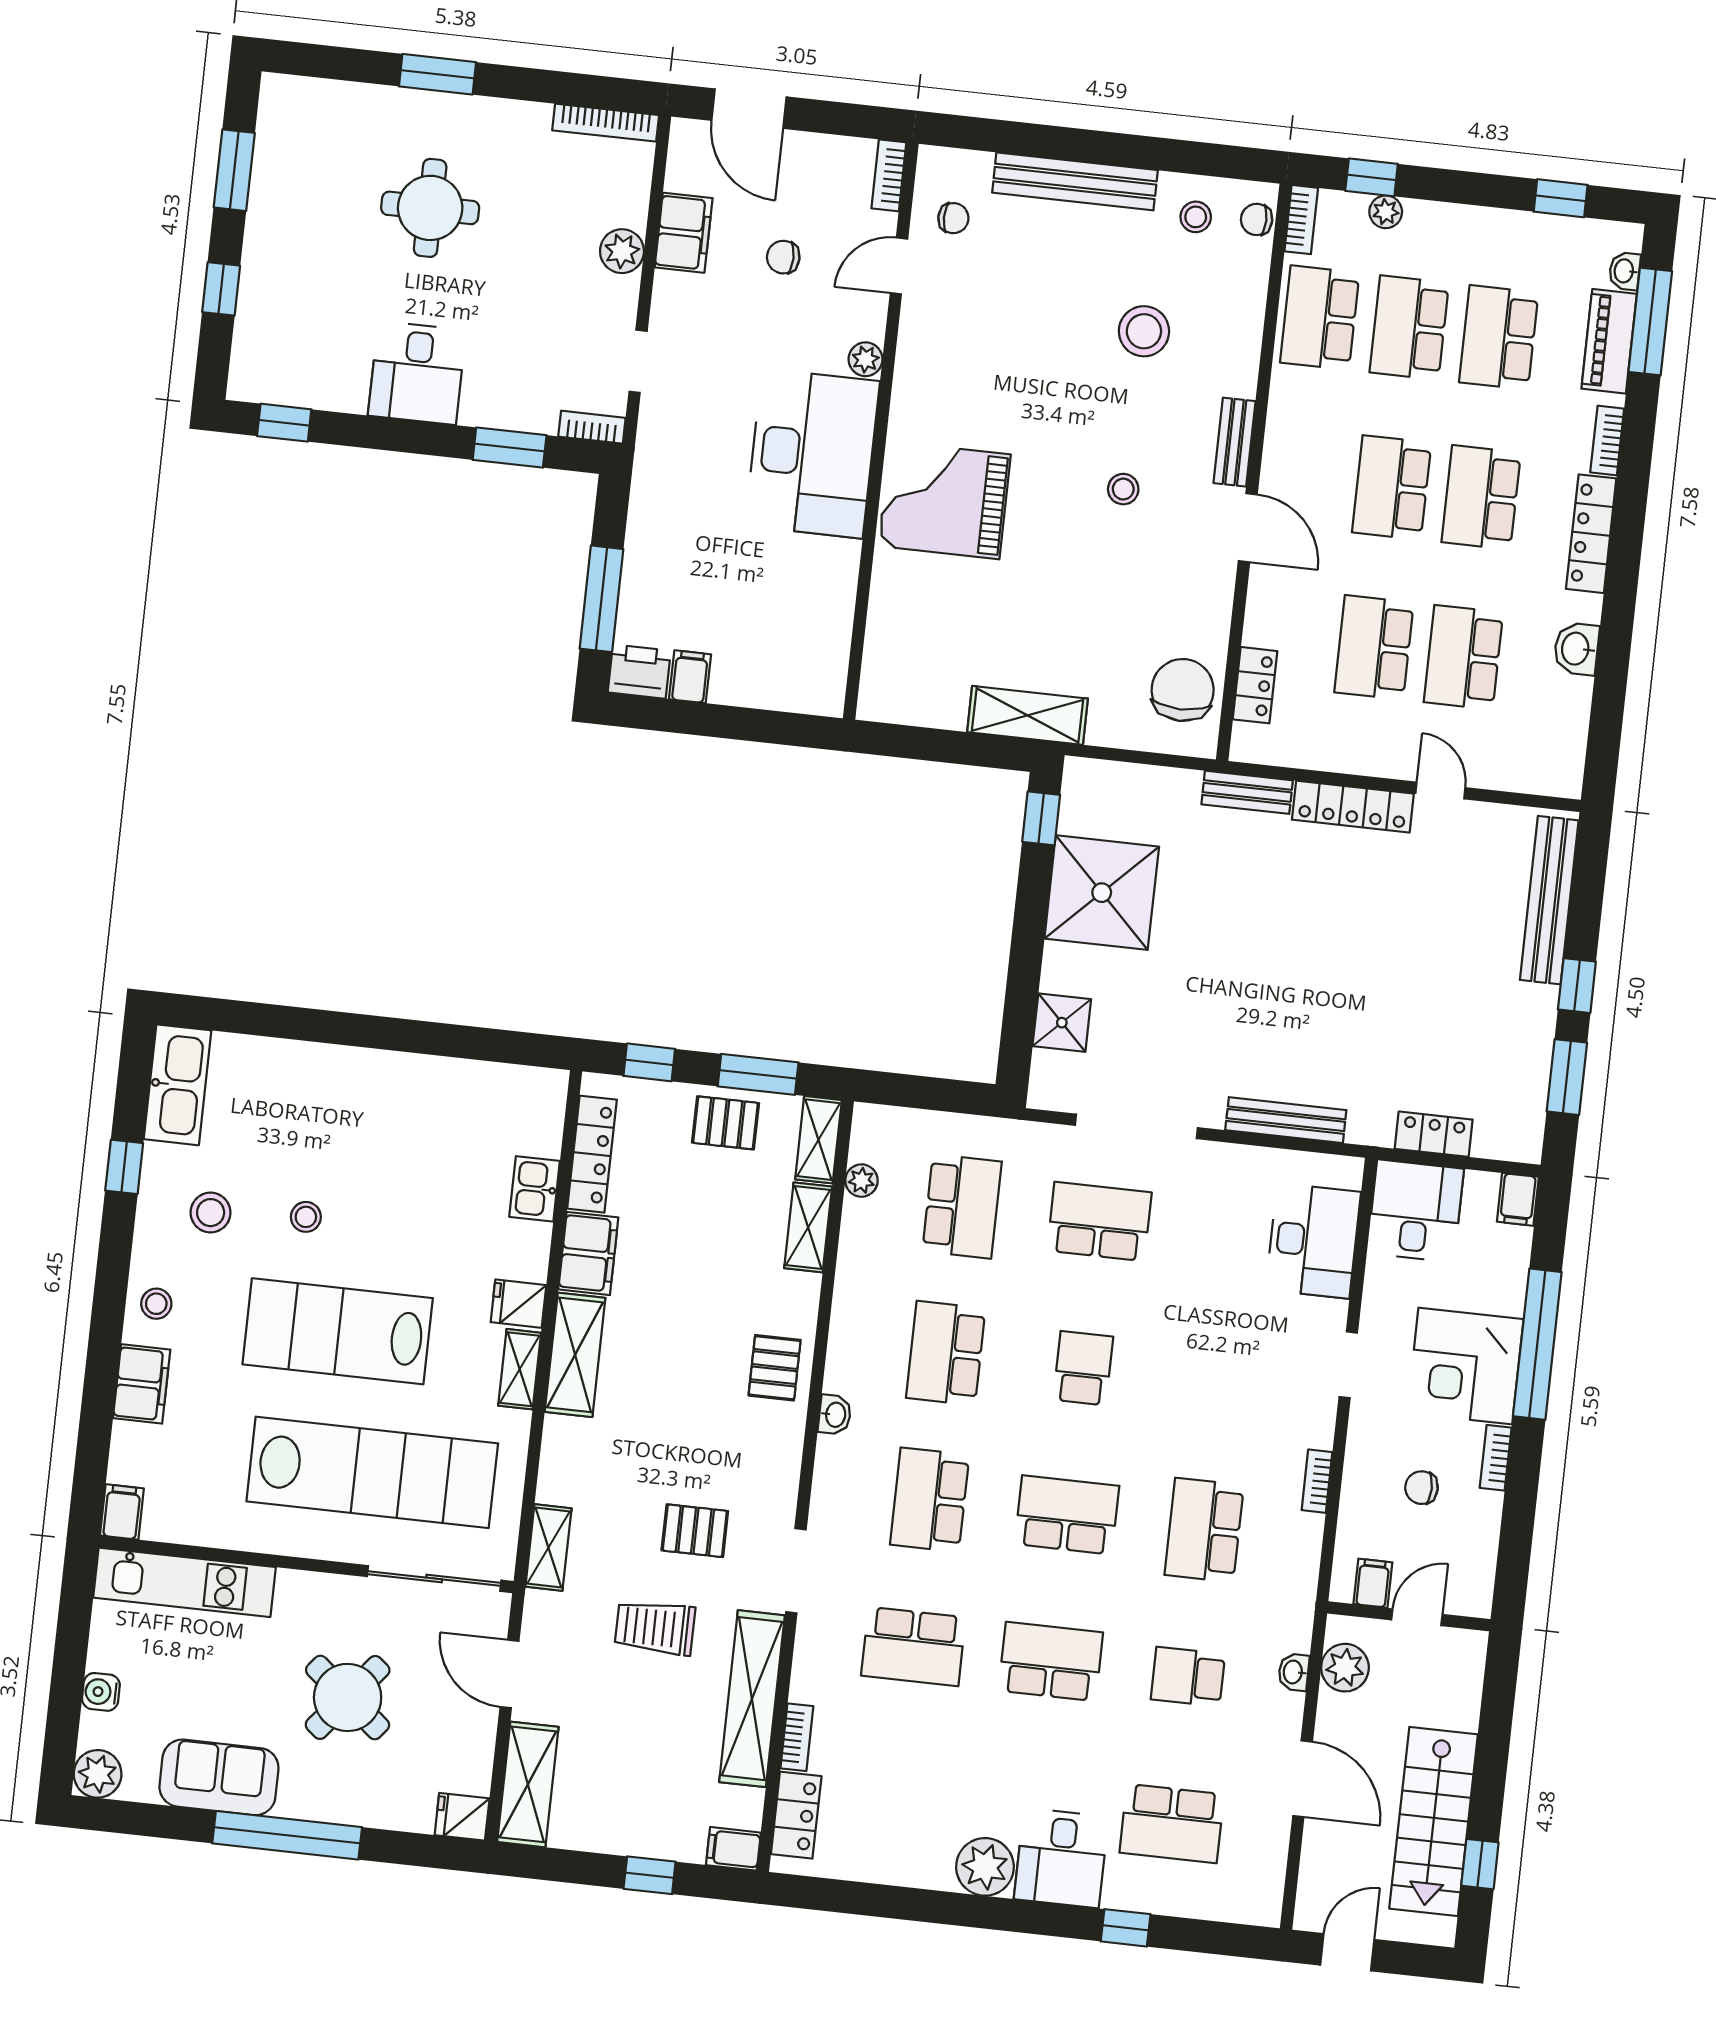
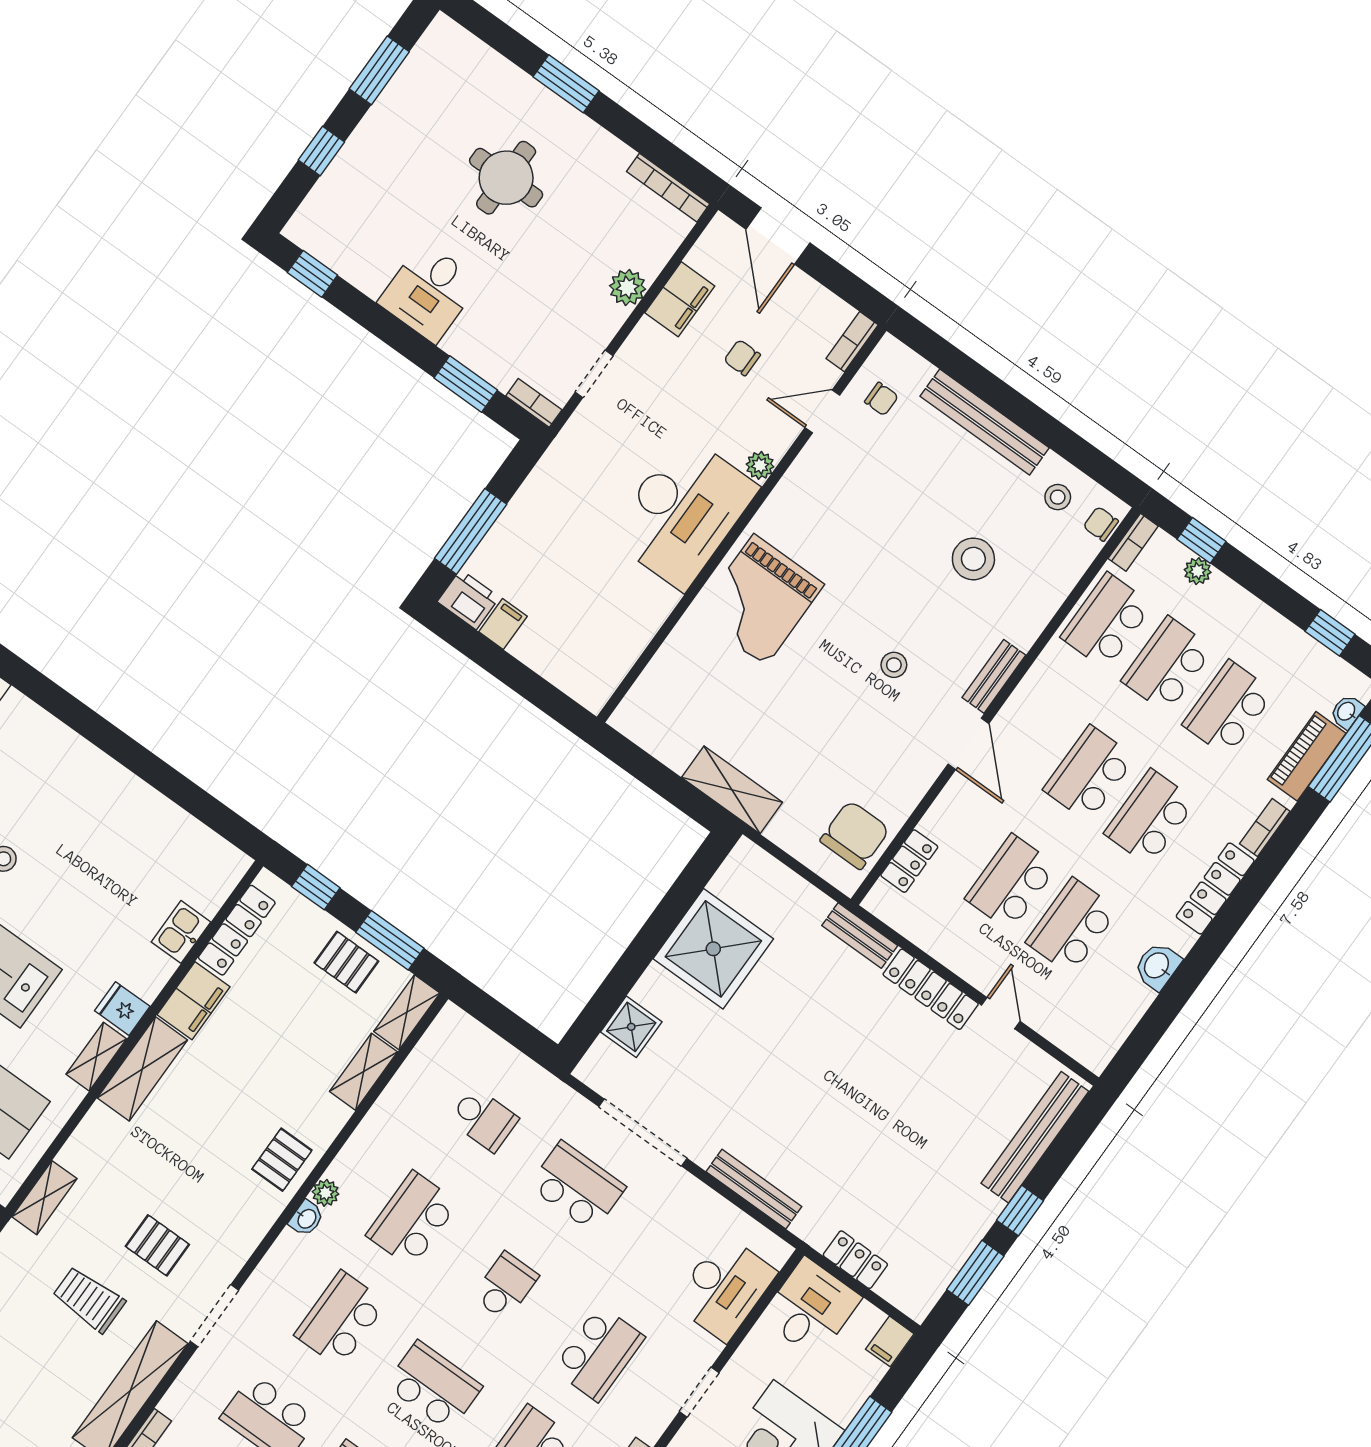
grand piano: (944, 500) -> (760, 600), turned -90
window: (1041, 818) -> (700, 870), removed
plant: (861, 1181) -> (326, 1193), moved
school desk: (962, 1206) -> (484, 1119), width x0.54
school desk: (1220, 1383) -> (599, 1353), added

